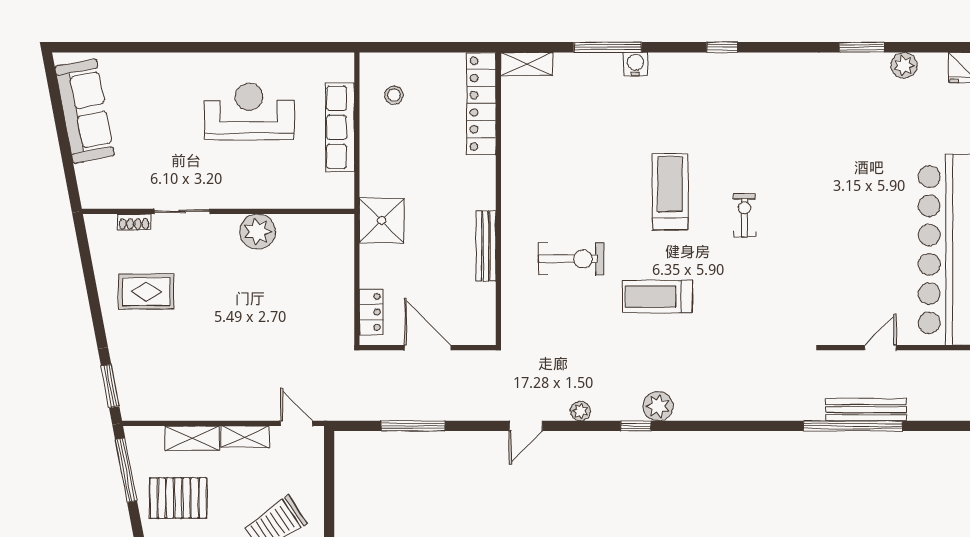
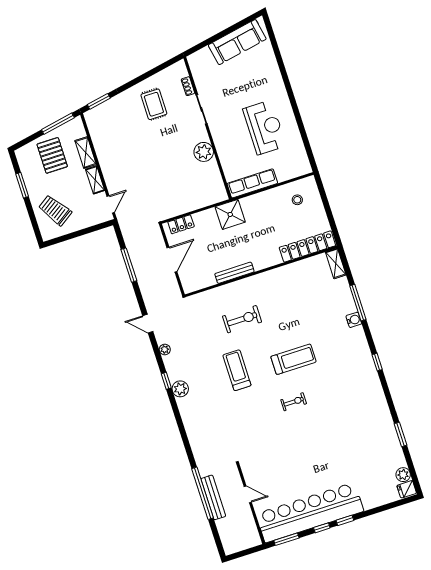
plant: (904, 65) -> (403, 475), moved
row of seats: (340, 127) -> (252, 183), moved
exercise bike: (571, 259) -> (242, 319), turned -90

